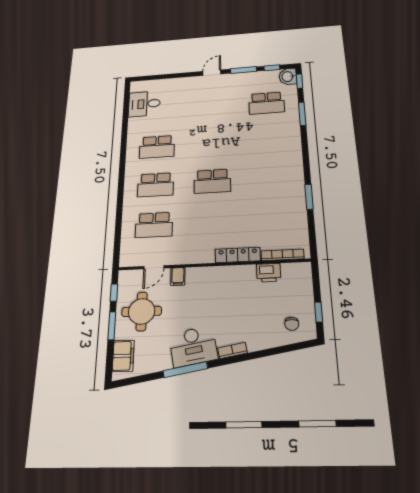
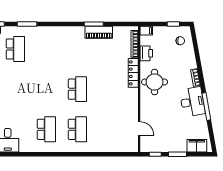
piano: (297, 204) -> (99, 32), added
school desk: (154, 225) -> (108, 129), removed
filing cabinet: (178, 276) -> (146, 31), moved
round table: (142, 311) -> (155, 82), moved

